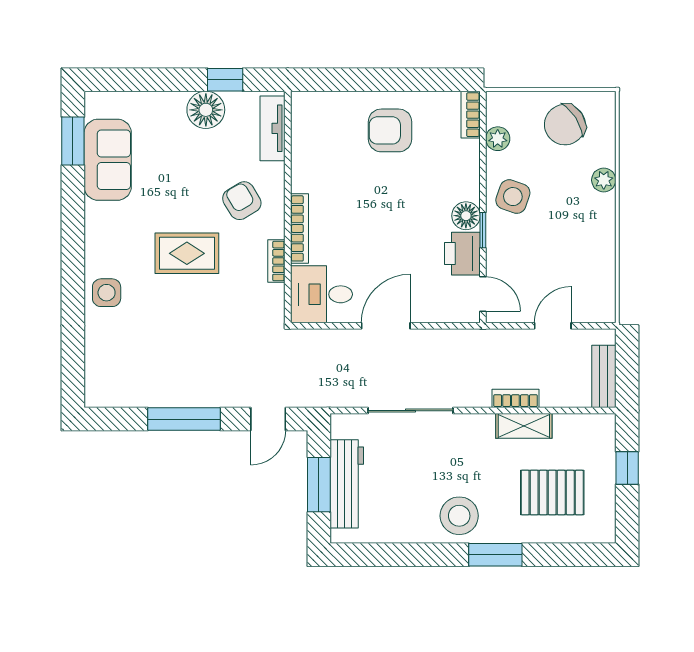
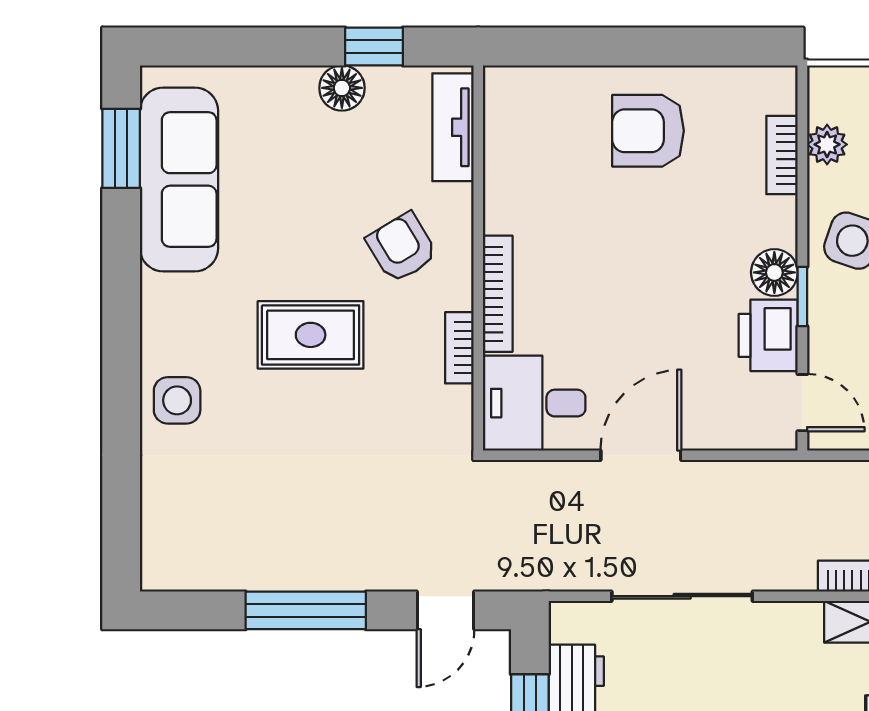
floor lamp: (206, 110) -> (342, 88), width x0.73, depth x0.73
bookcase: (471, 115) -> (782, 155), moved
sofa: (108, 160) -> (179, 179), width x1.36

